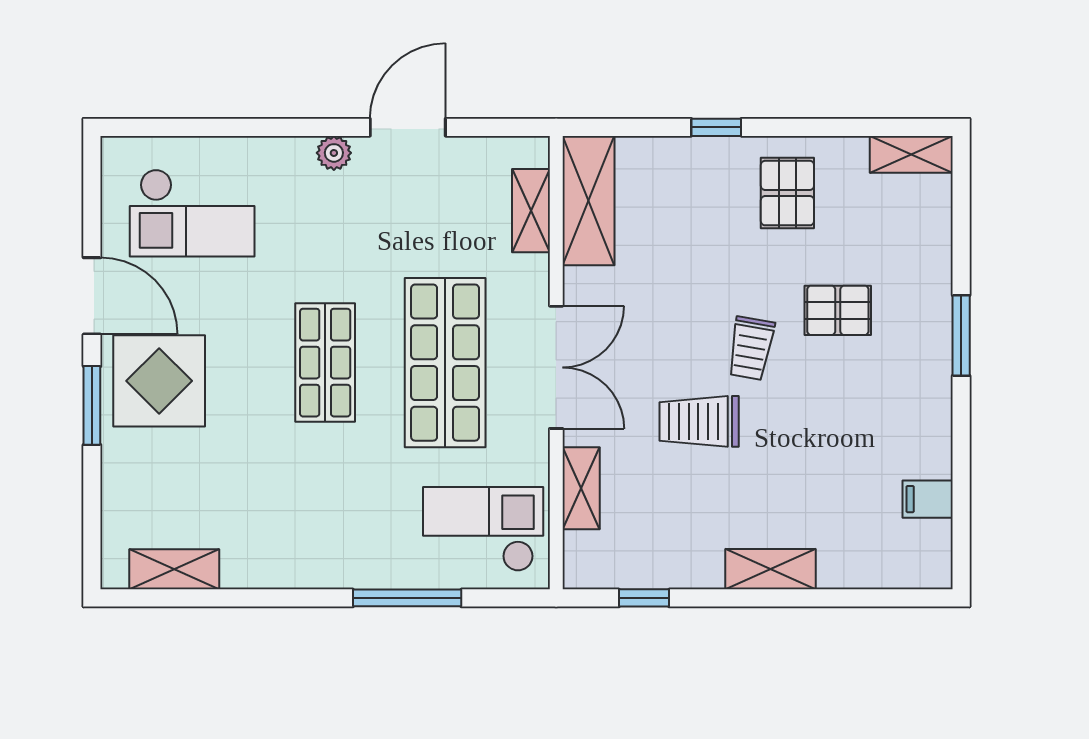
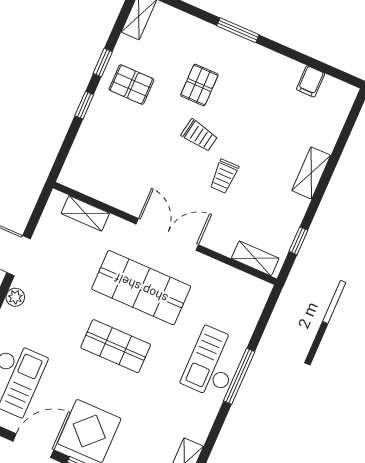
window: (804, 127) -> (103, 63), added
shelving: (589, 201) -> (93, 183), removed
trolley: (699, 421) -> (224, 176), width x0.73, depth x0.72
shelving: (581, 488) -> (255, 258), moved
checkout: (483, 529) -> (213, 363), moved
window: (407, 598) -> (239, 376), moved

